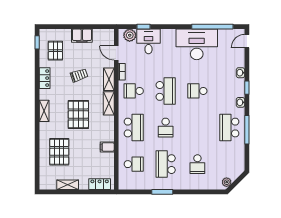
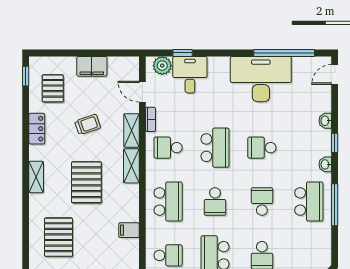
school desk: (197, 128) -> (262, 201), added
school desk: (229, 128) -> (309, 201), turned 180

